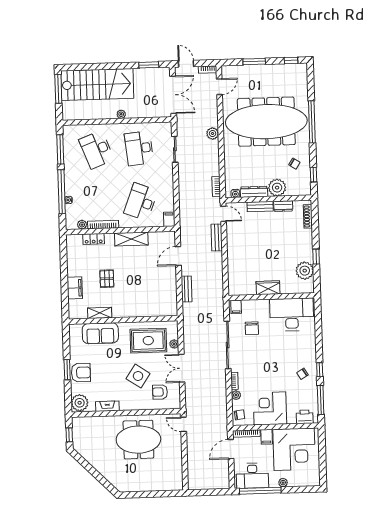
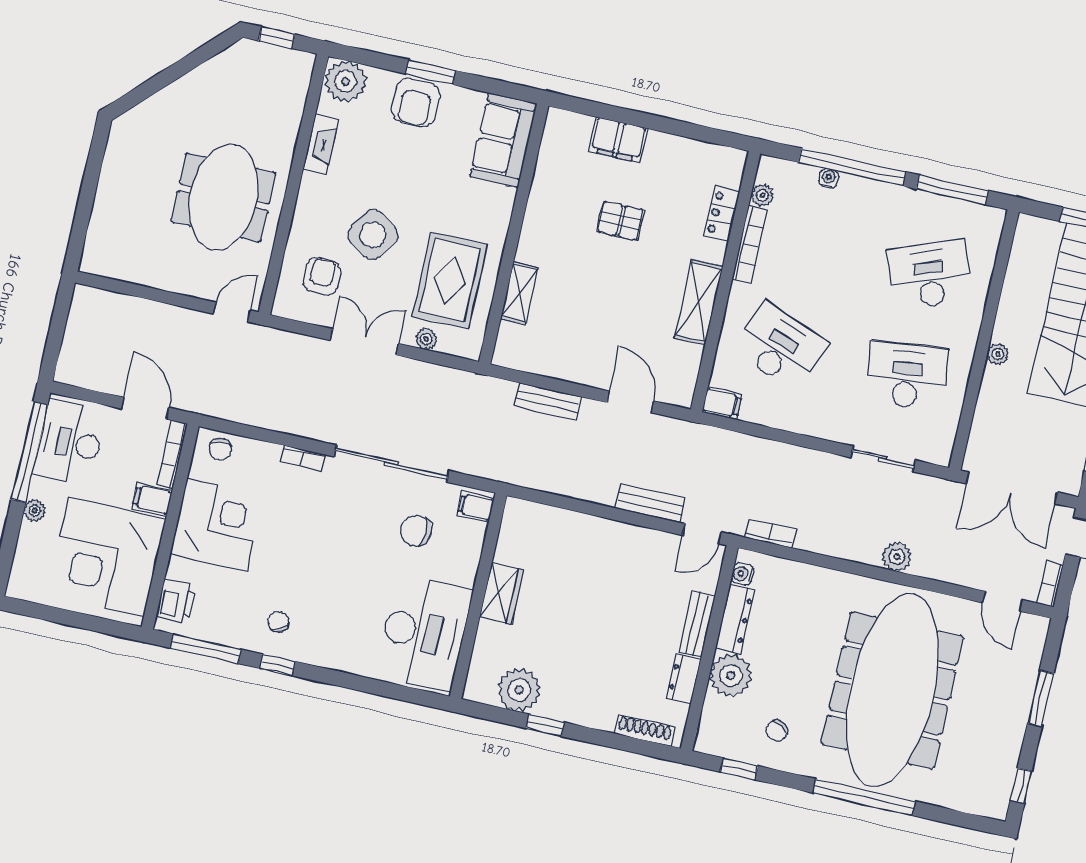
shelving: (100, 313) -> (519, 293), moved
sofa: (100, 333) -> (503, 140), moved
plant: (236, 395) -> (269, 453), removed

